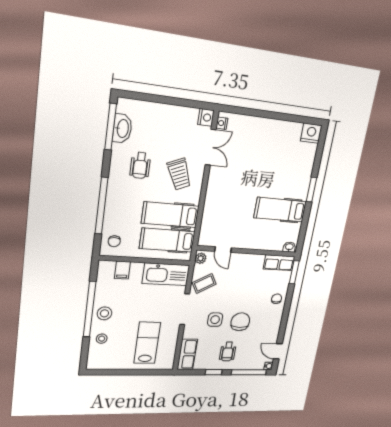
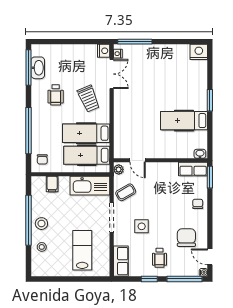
window: (244, 111) -> (135, 42), added
chair: (240, 322) -> (186, 238), moved

